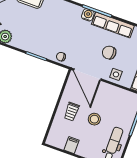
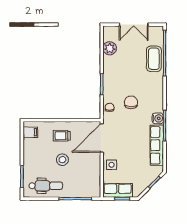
chair: (109, 53) -> (131, 102), moved
filing cabinet: (71, 145) -> (30, 132), moved

